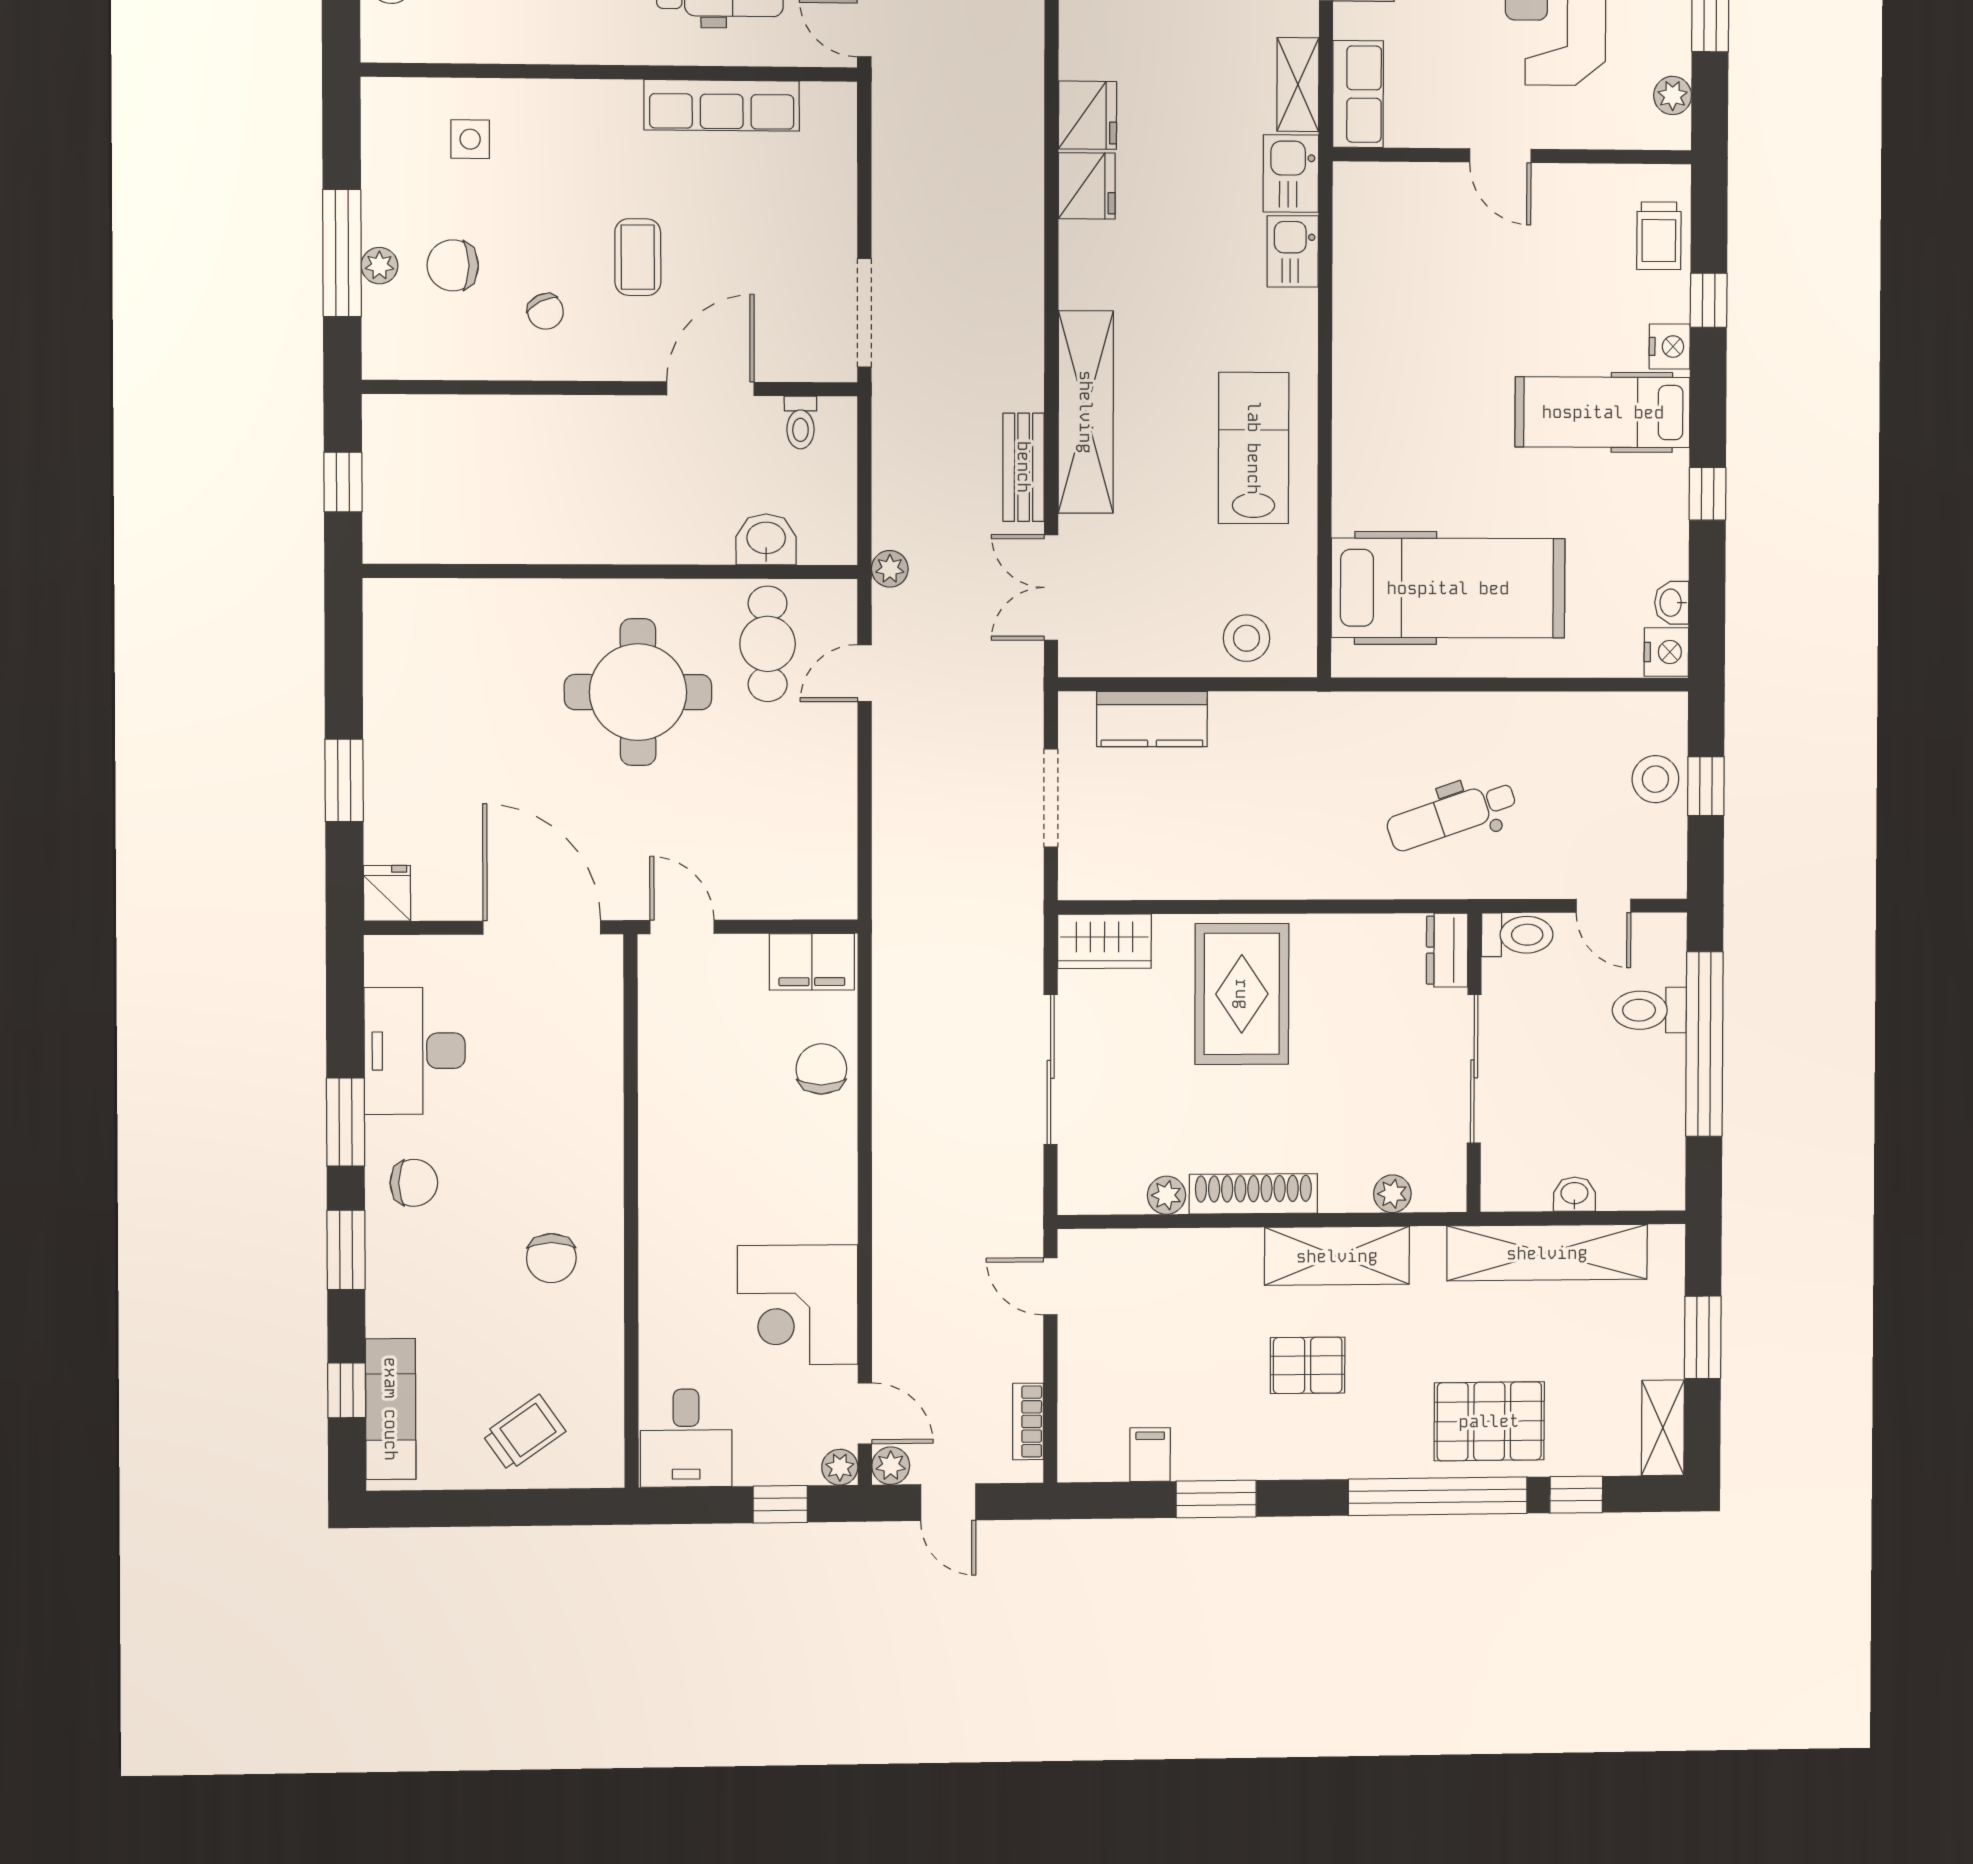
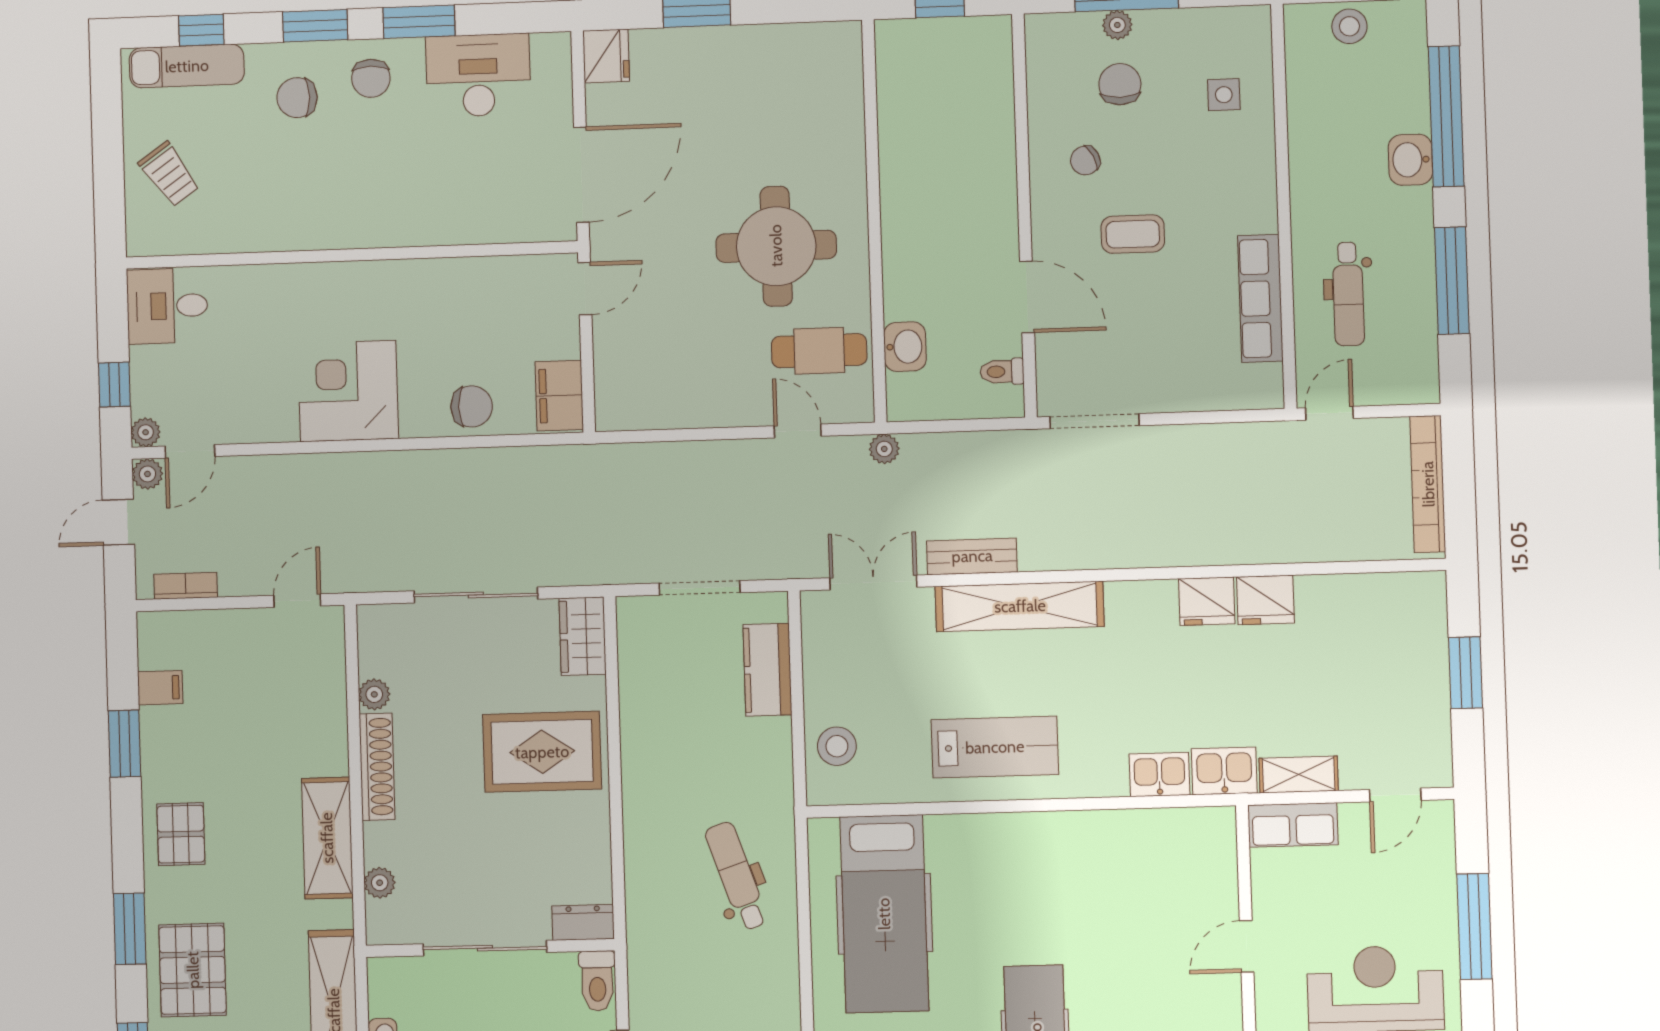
dental chair: (1452, 815) -> (736, 876), moved
fridge: (387, 893) -> (606, 56), width x1.38
chair: (551, 1258) -> (297, 98), moved
corner desk: (798, 1305) -> (348, 391), moved
pallet: (1308, 1365) -> (181, 834), moved
window: (1438, 1496) -> (130, 929), width x0.47

